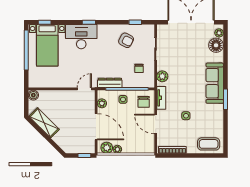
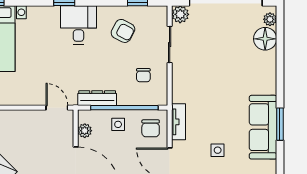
desk: (81, 37) -> (78, 25), moved, width x0.73
plant: (162, 76) -> (180, 14), moved
sofa: (215, 83) -> (263, 127), moved
door: (84, 89) -> (57, 108), hinge flipped

